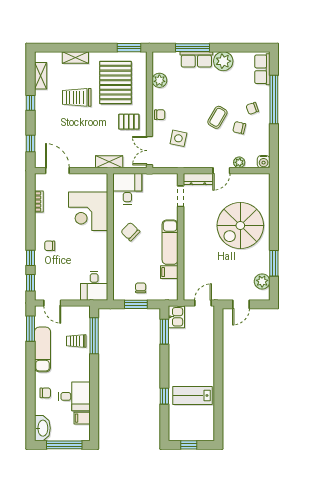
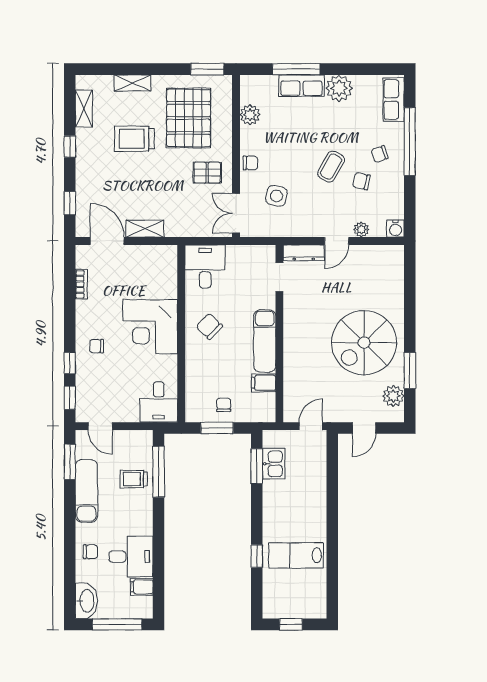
shelving: (109, 162) -> (145, 229), moved
corner desk: (88, 211) -> (150, 327), moved
spiral stairs: (240, 225) -> (364, 343), moved
kitchen sink: (176, 317) -> (274, 464), moved

